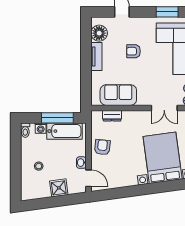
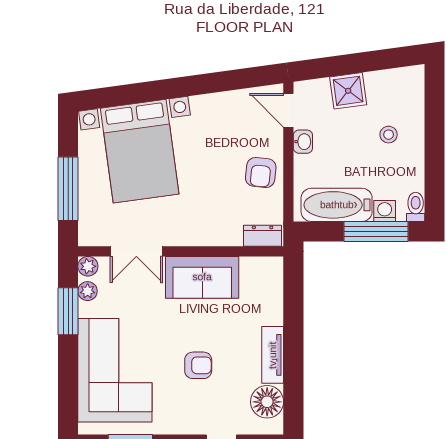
sofa: (118, 95) -> (202, 277), moved
double door: (164, 108) -> (136, 251), swing flipped
dresser: (112, 116) -> (263, 236), moved
window: (57, 118) -> (376, 232), moved

